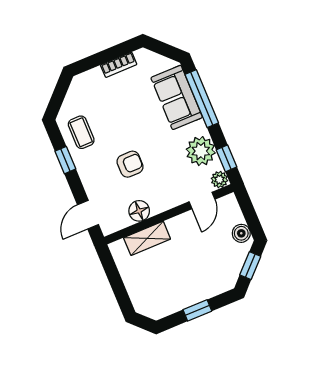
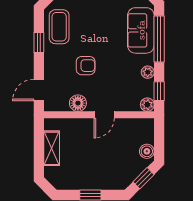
coffee table: (81, 132) -> (59, 27), width x1.36, depth x1.30
plant: (201, 151) -> (148, 72), width x0.53, depth x0.53
door: (202, 200) -> (104, 115), moved
shelving: (147, 238) -> (52, 148), moved, turned 90

